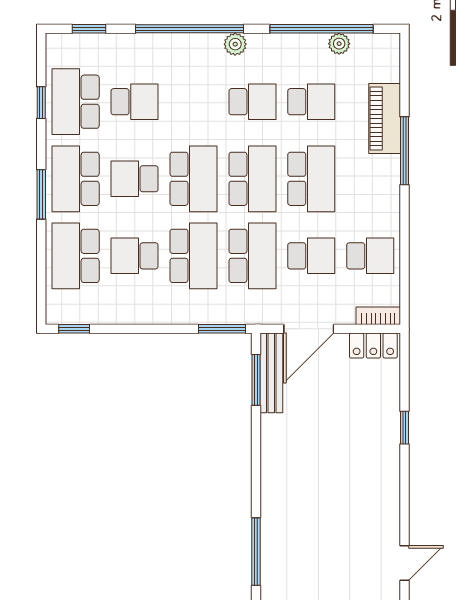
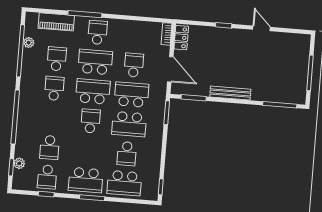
plant: (235, 44) -> (19, 163), moved
school desk: (76, 102) -> (47, 177), width x0.54
school desk: (135, 102) -> (49, 147), turned 180
piano: (385, 119) -> (56, 22), moved
school desk: (135, 179) -> (88, 151), removed
school desk: (193, 179) -> (90, 121), width x0.54
school desk: (193, 256) -> (129, 124), turned 180
school desk: (370, 256) -> (98, 32), moved
bench: (271, 373) -> (230, 93), moved
door: (405, 563) -> (261, 28), moved

